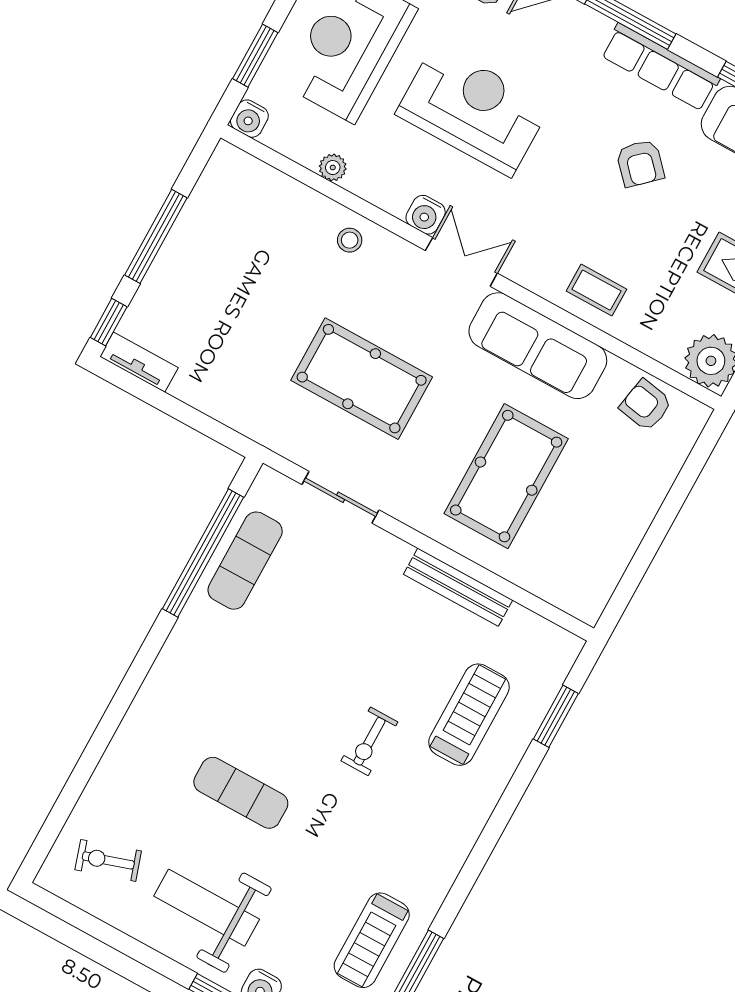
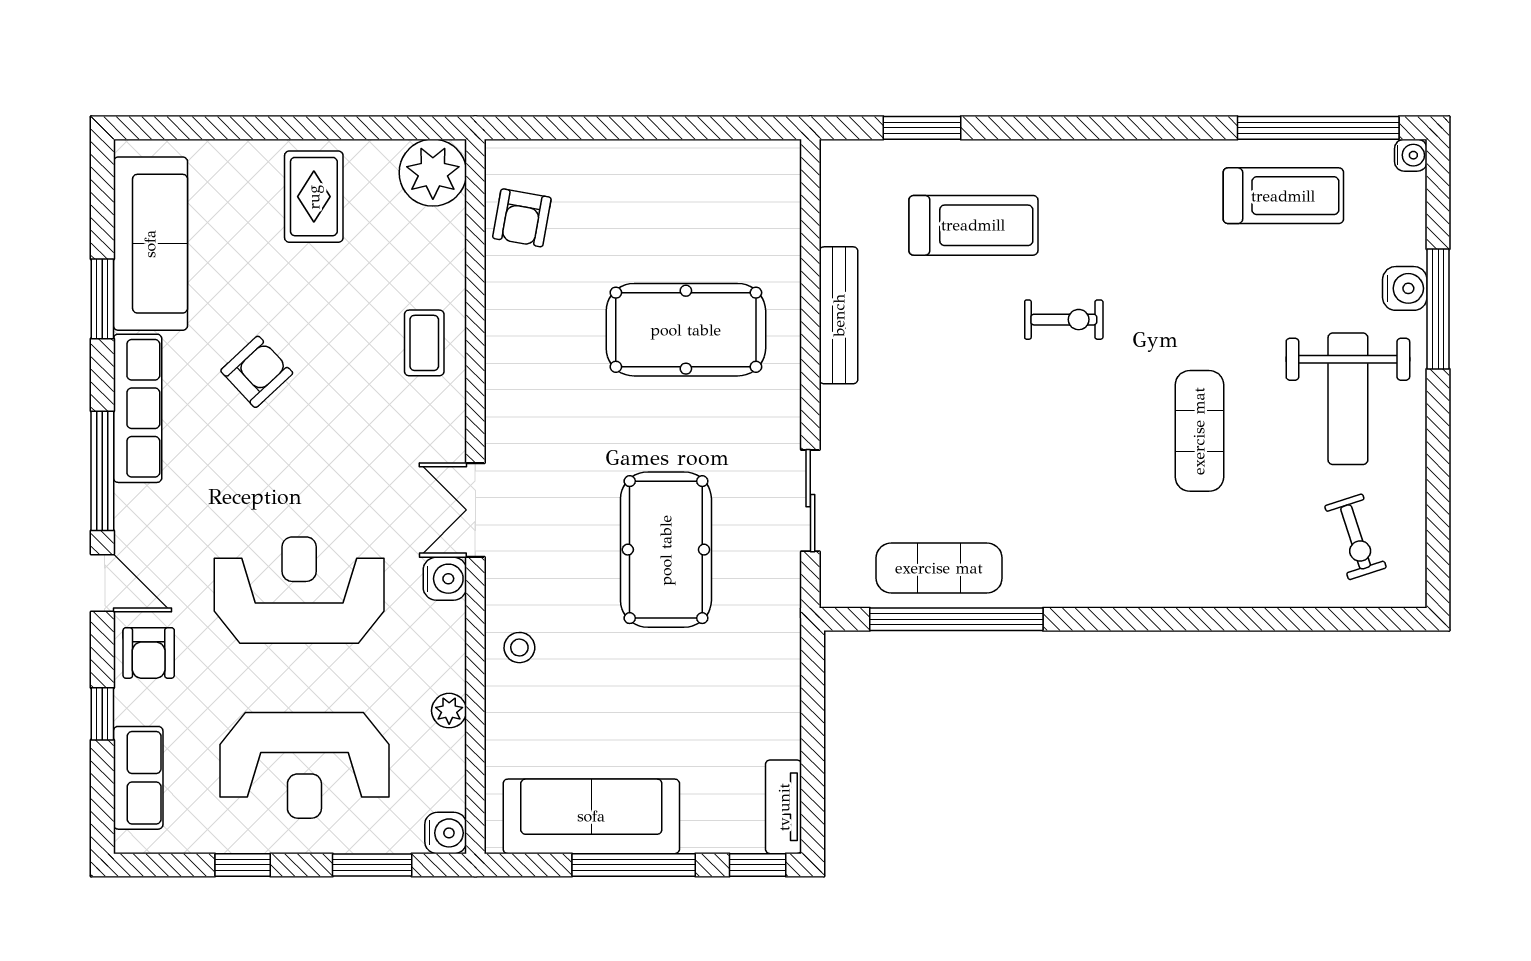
reception desk: (473, 110) -> (299, 590), turned 90
sofa: (538, 346) -> (591, 816), moved, turned -90
treadmill: (469, 715) -> (973, 225), turned 180

